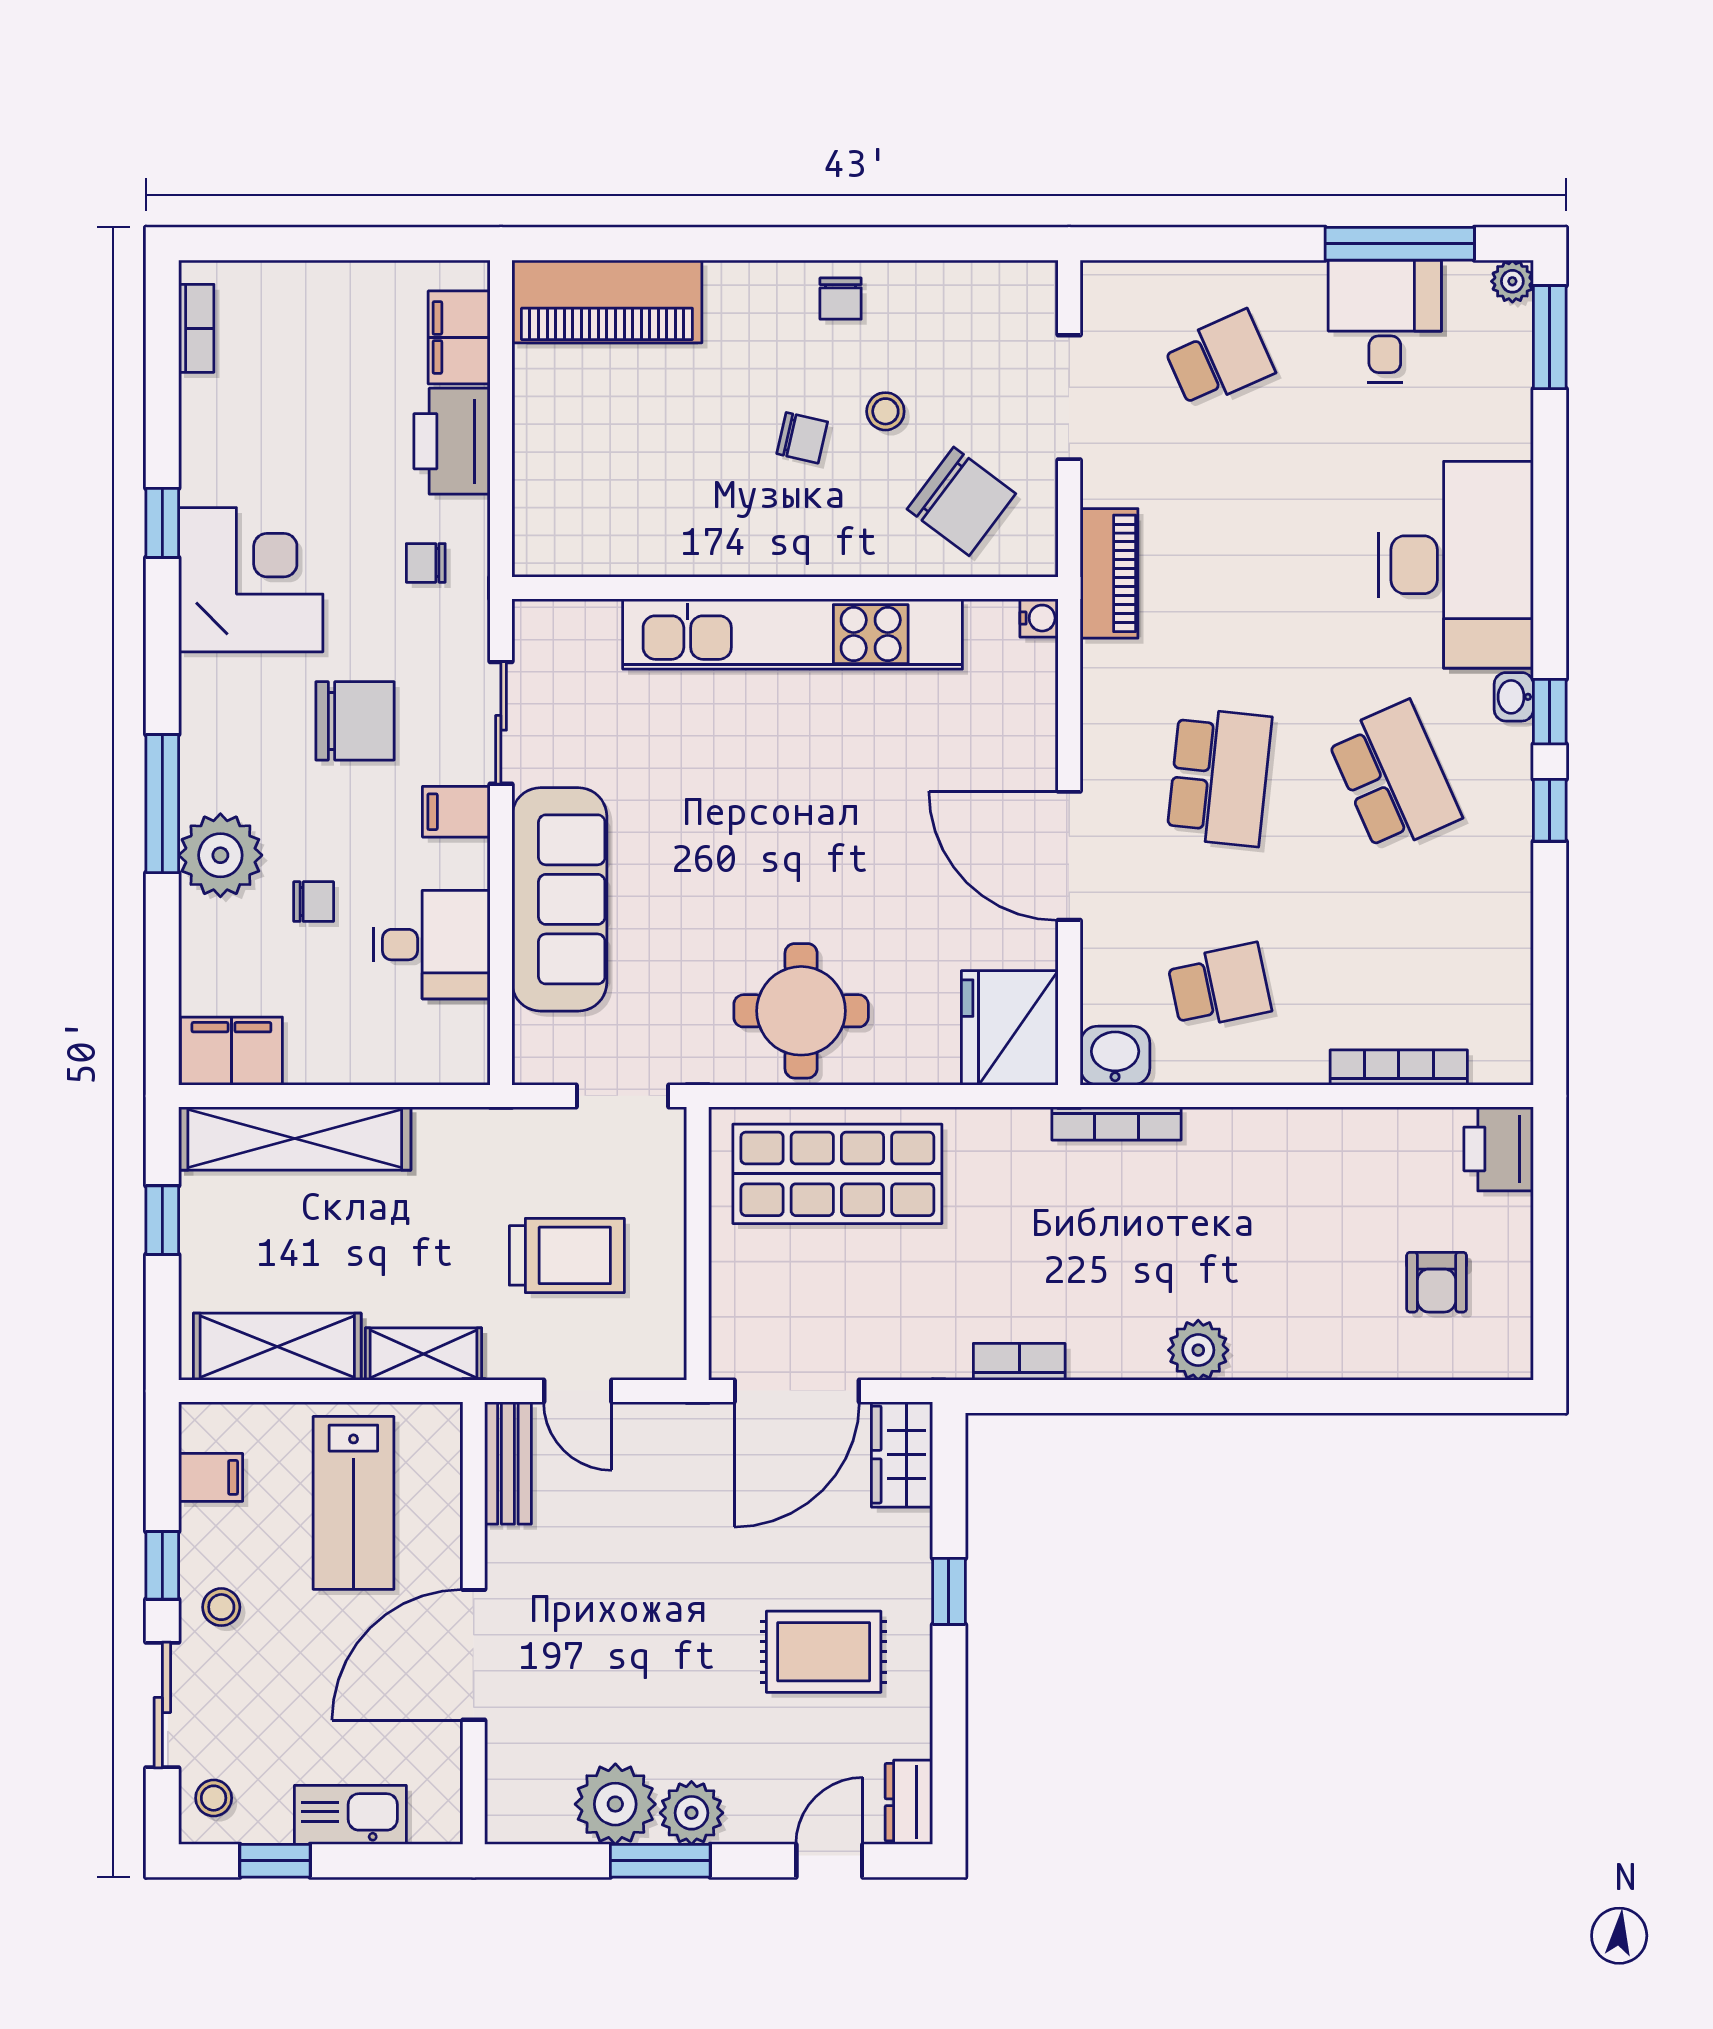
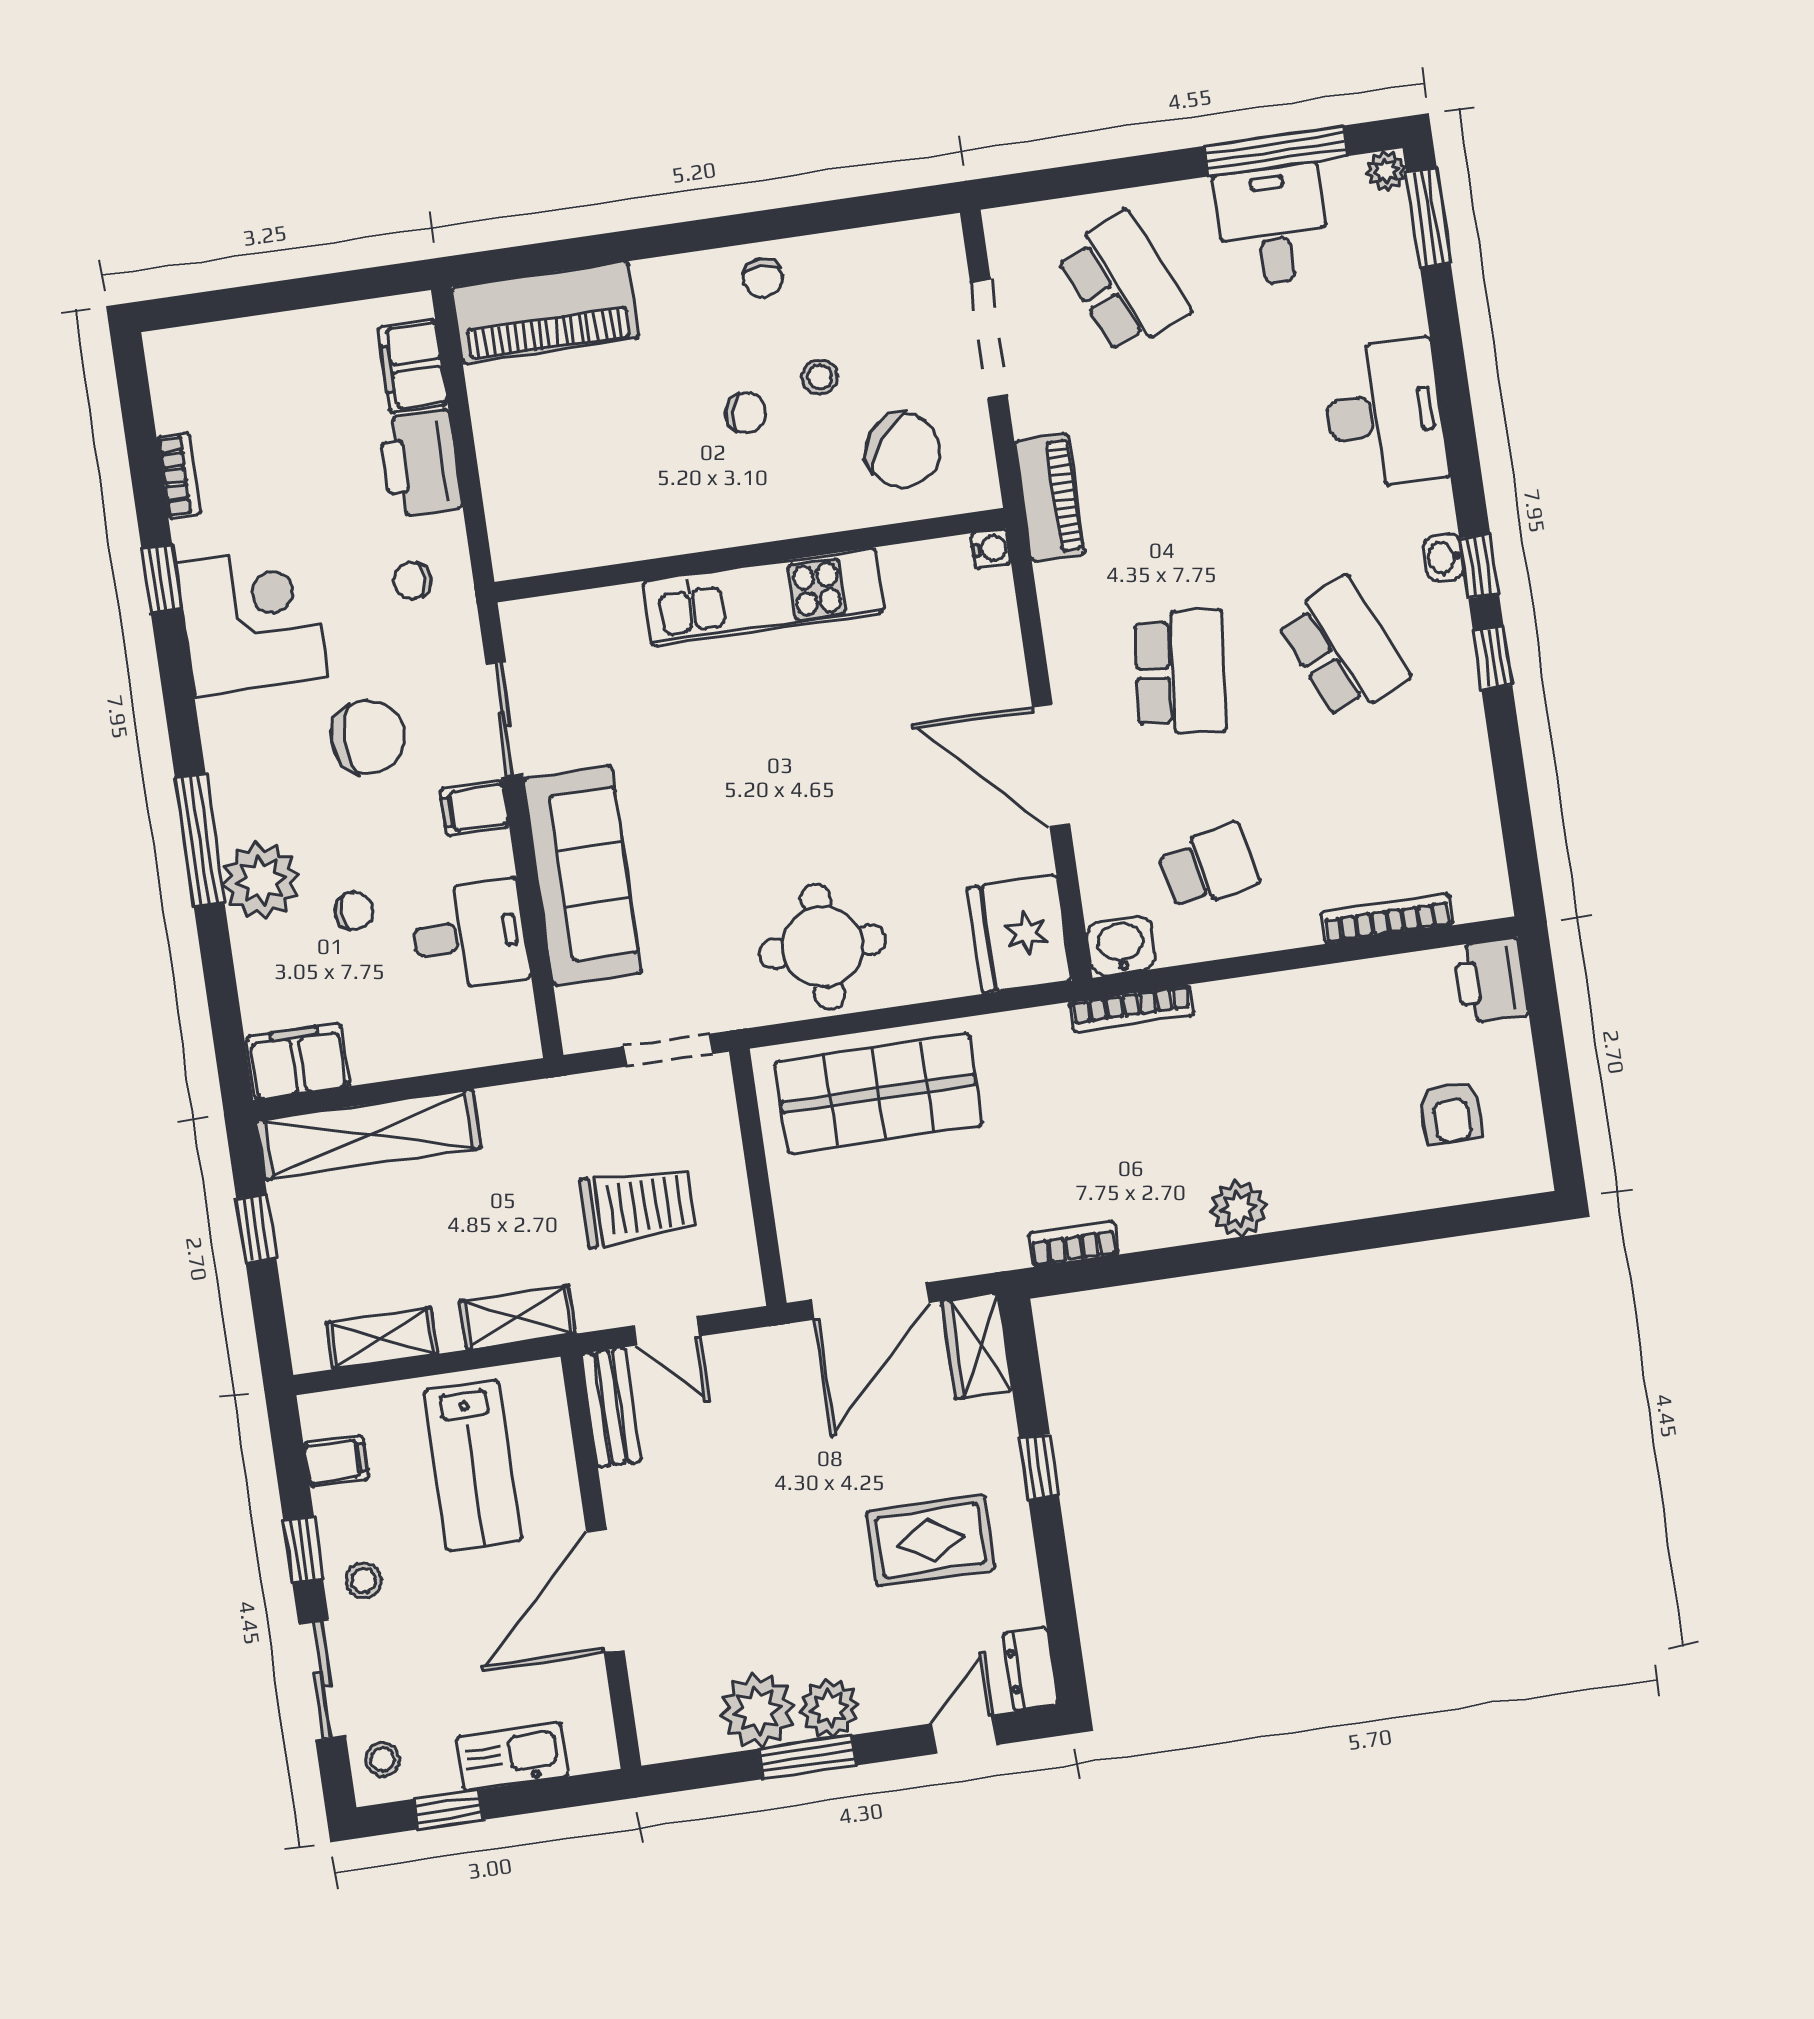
bookcase: (196, 328) -> (179, 475), moved
school desk: (1219, 359) -> (1124, 283), width x1.85
desk: (1456, 565) -> (1385, 414), width x0.73, depth x0.77
kitchen unit: (793, 634) -> (763, 597), width x0.73
shelving: (277, 1347) -> (382, 1338), width x0.67, depth x0.75

